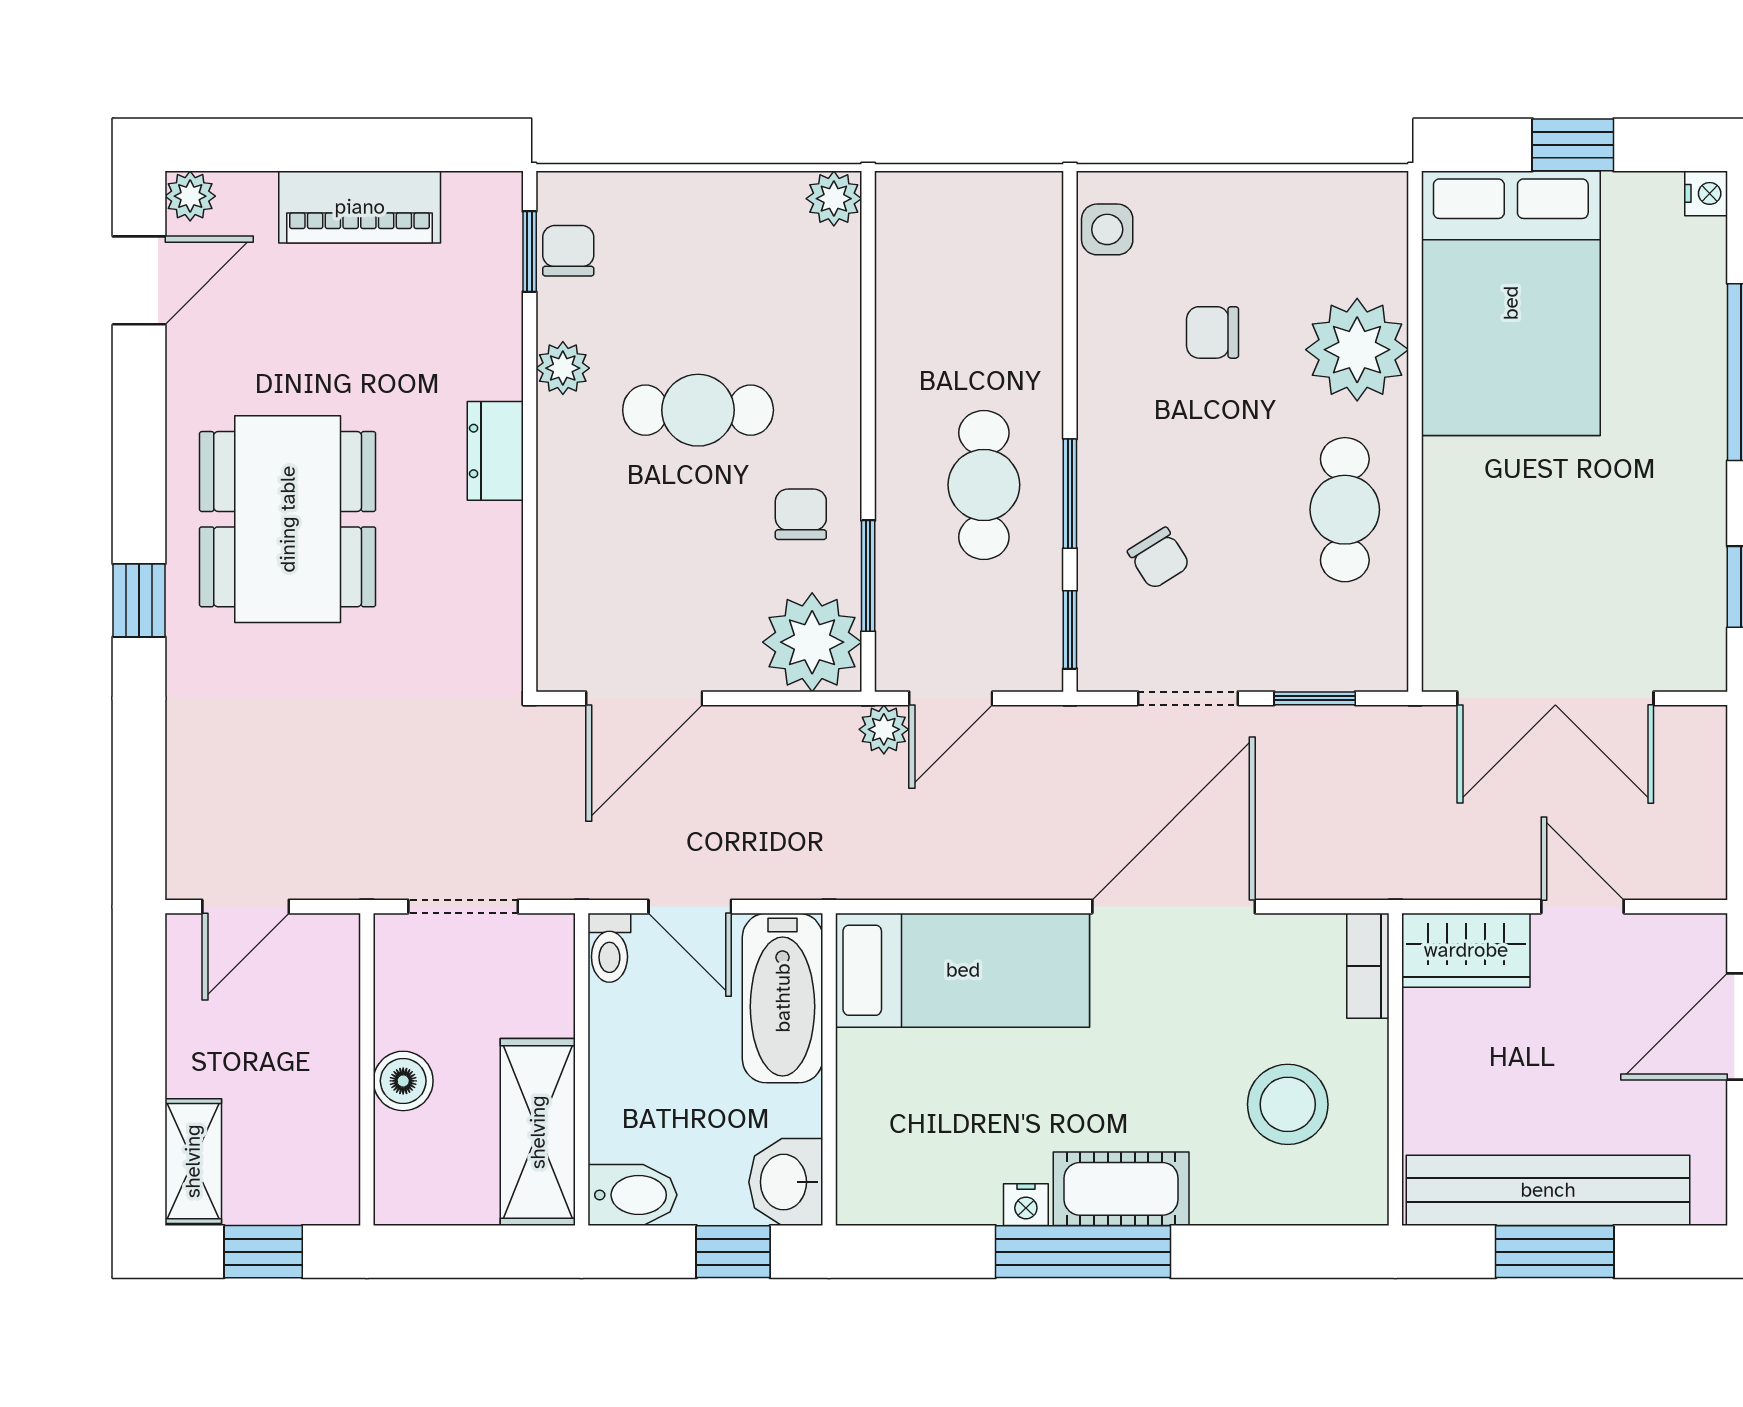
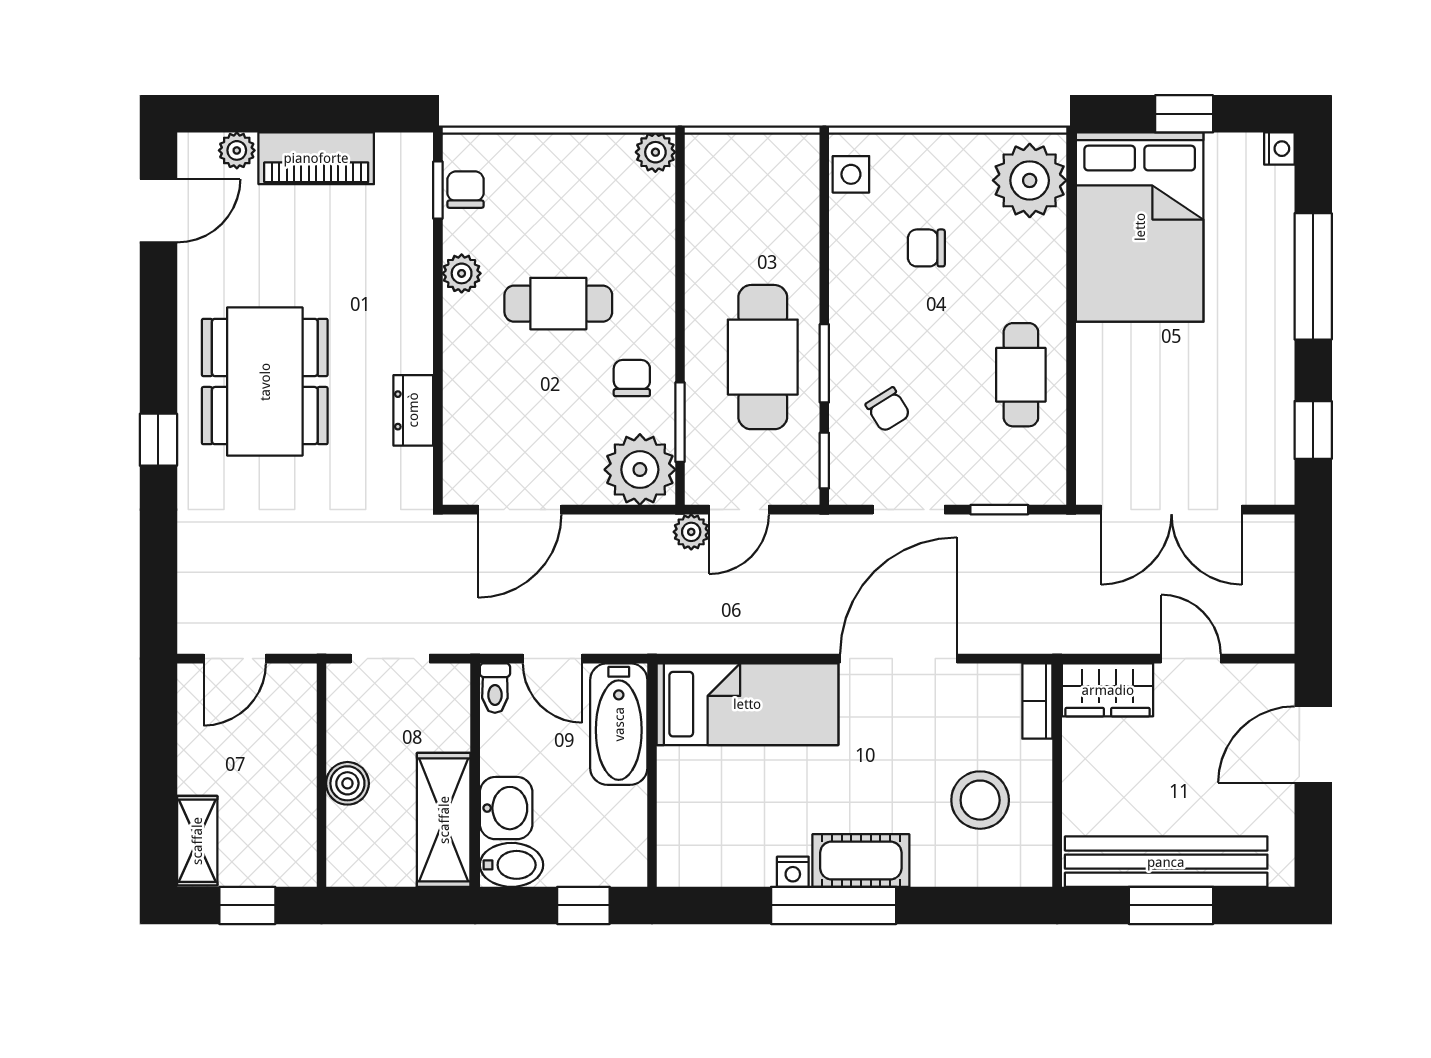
plant: (190, 196) -> (237, 150), moved
plant: (1357, 350) -> (1030, 180), moved
dresser: (495, 451) -> (413, 410), moved
cafe table: (984, 485) -> (763, 357), width x1.37, depth x1.35
washbasin: (786, 1182) -> (506, 808), moved, turned 180

